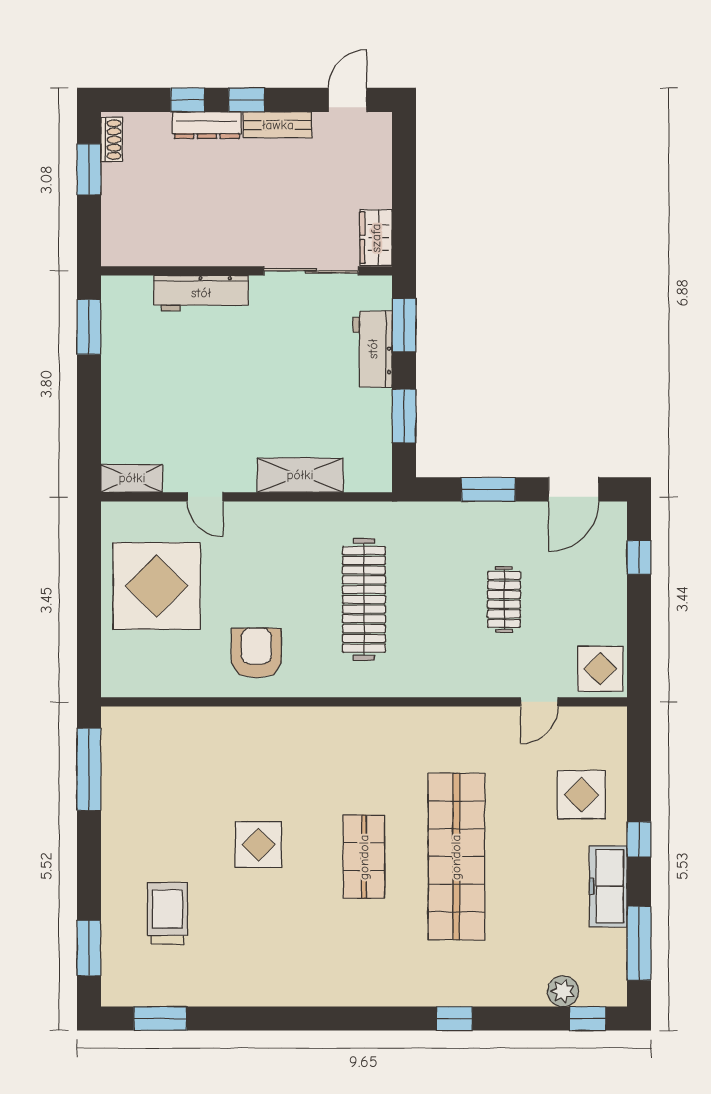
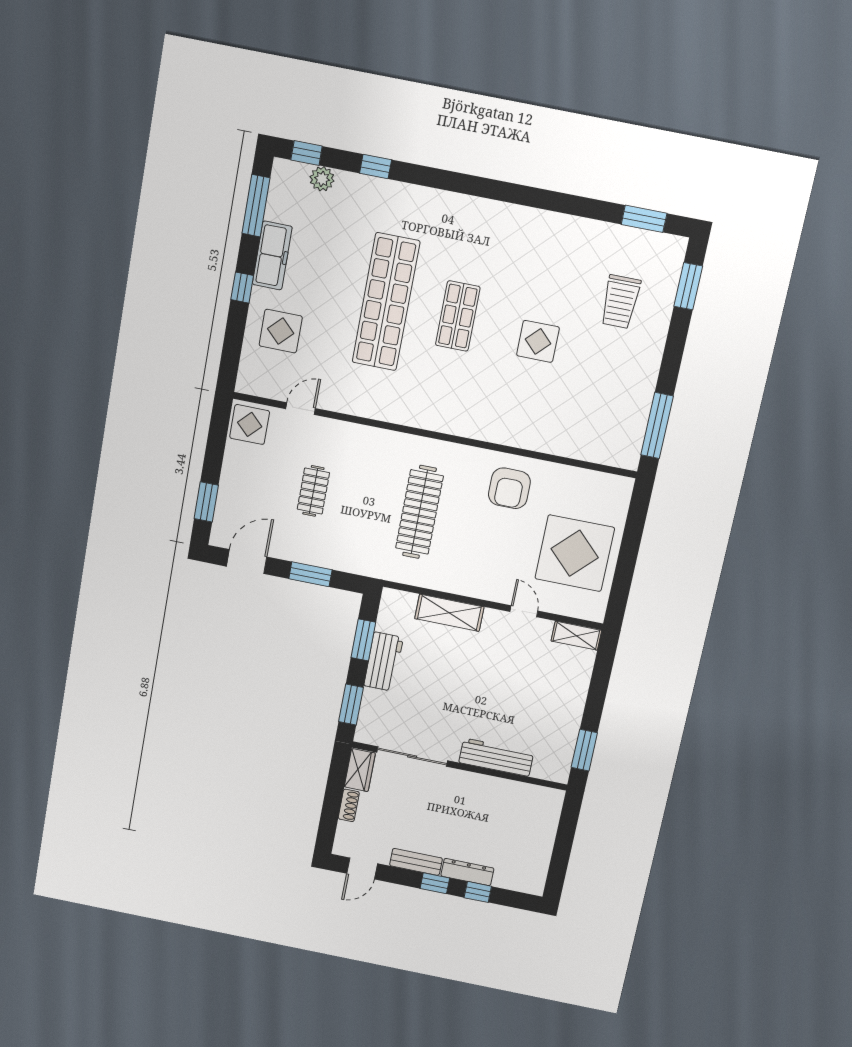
shoe rack: (112, 140) -> (349, 805), moved, turned 180
window: (89, 169) -> (560, 859), removed
workbench: (373, 349) -> (383, 662), moved
window: (639, 557) -> (206, 502), width x1.50
window: (454, 1019) -> (376, 166), moved

